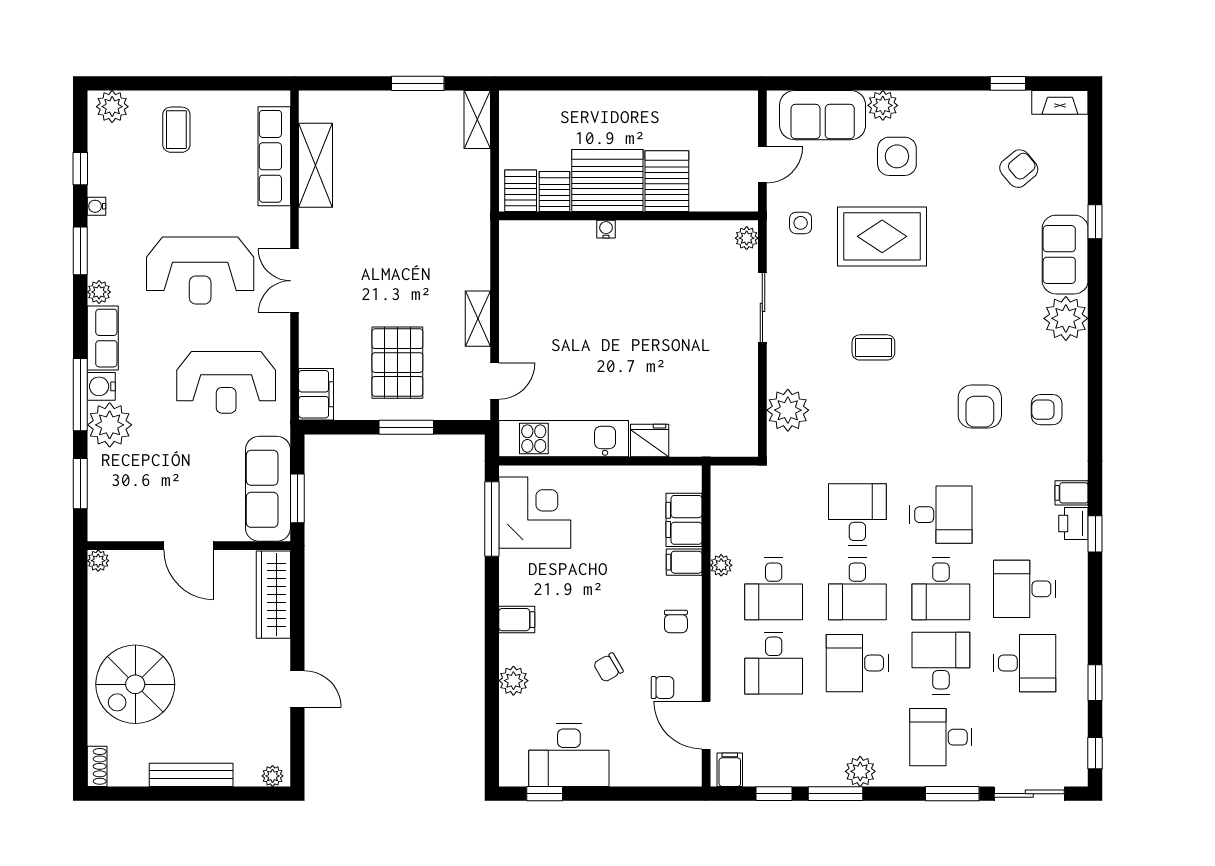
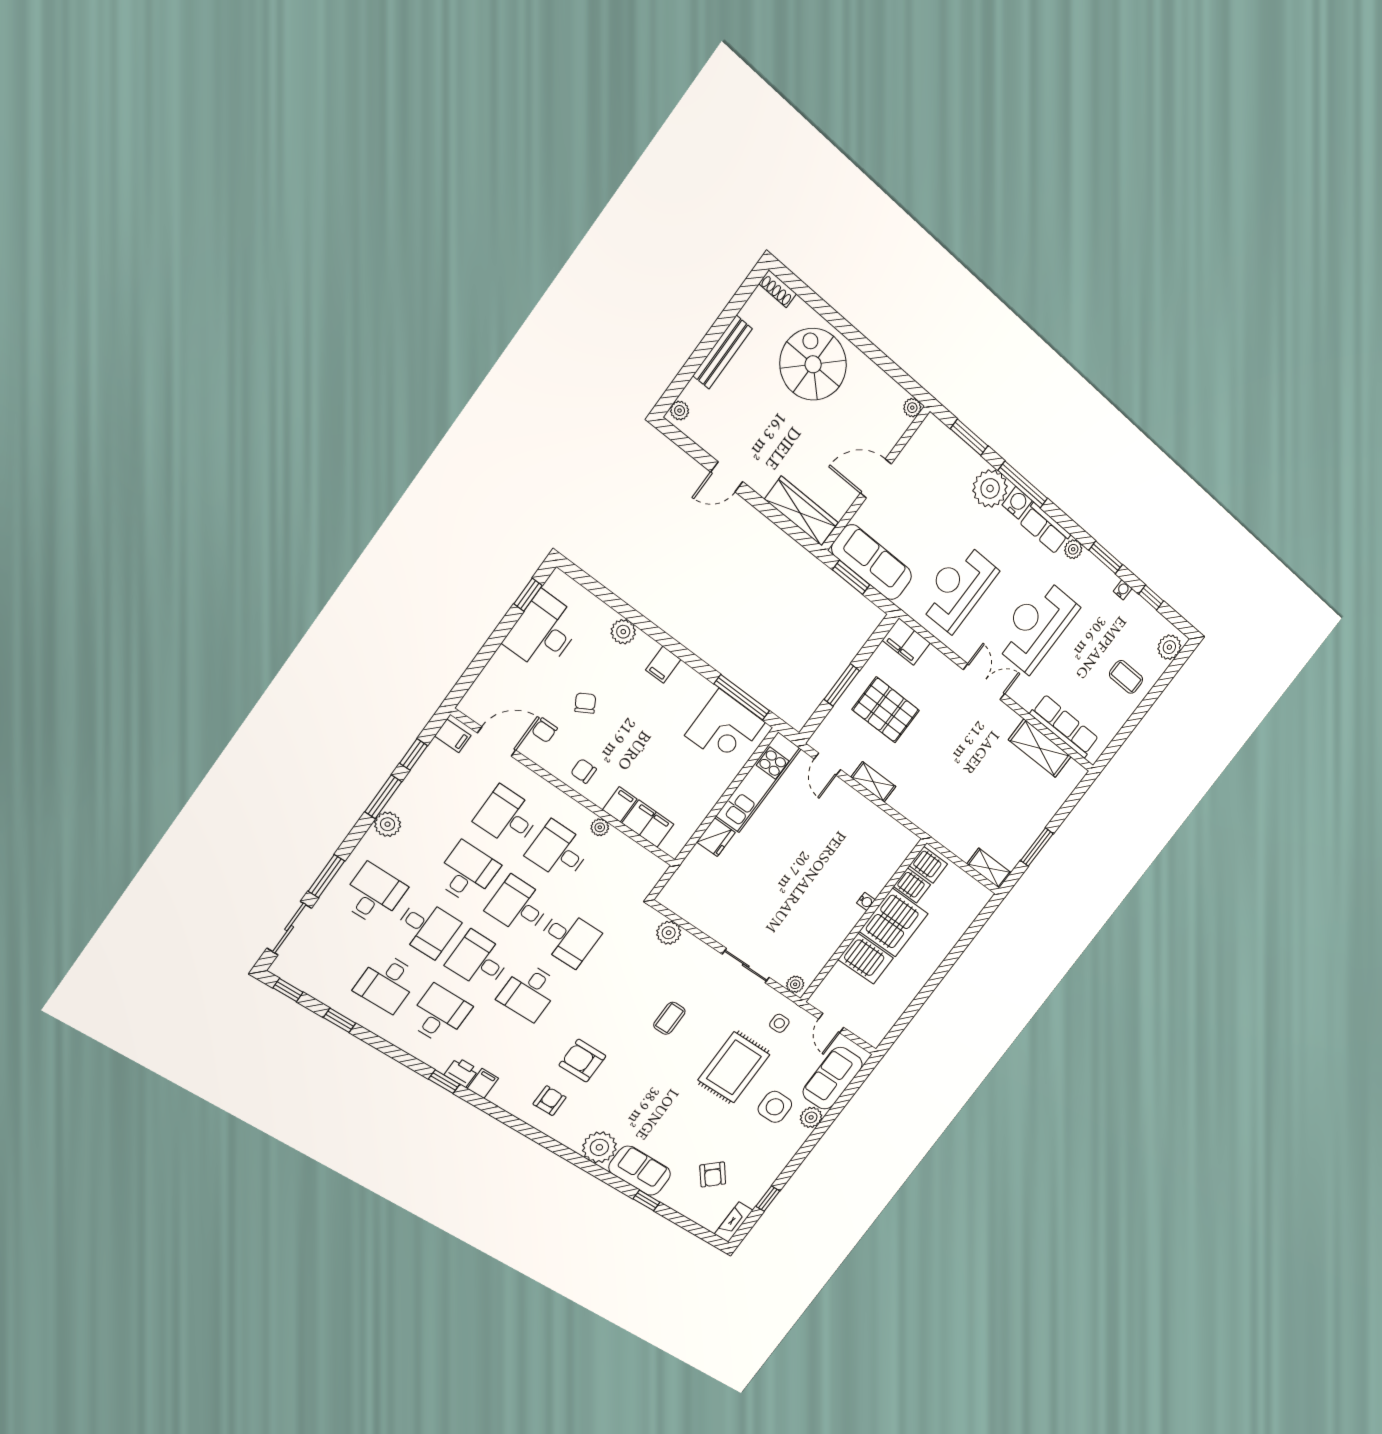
plant: (788, 410) -> (669, 933), width x0.73, depth x0.73

